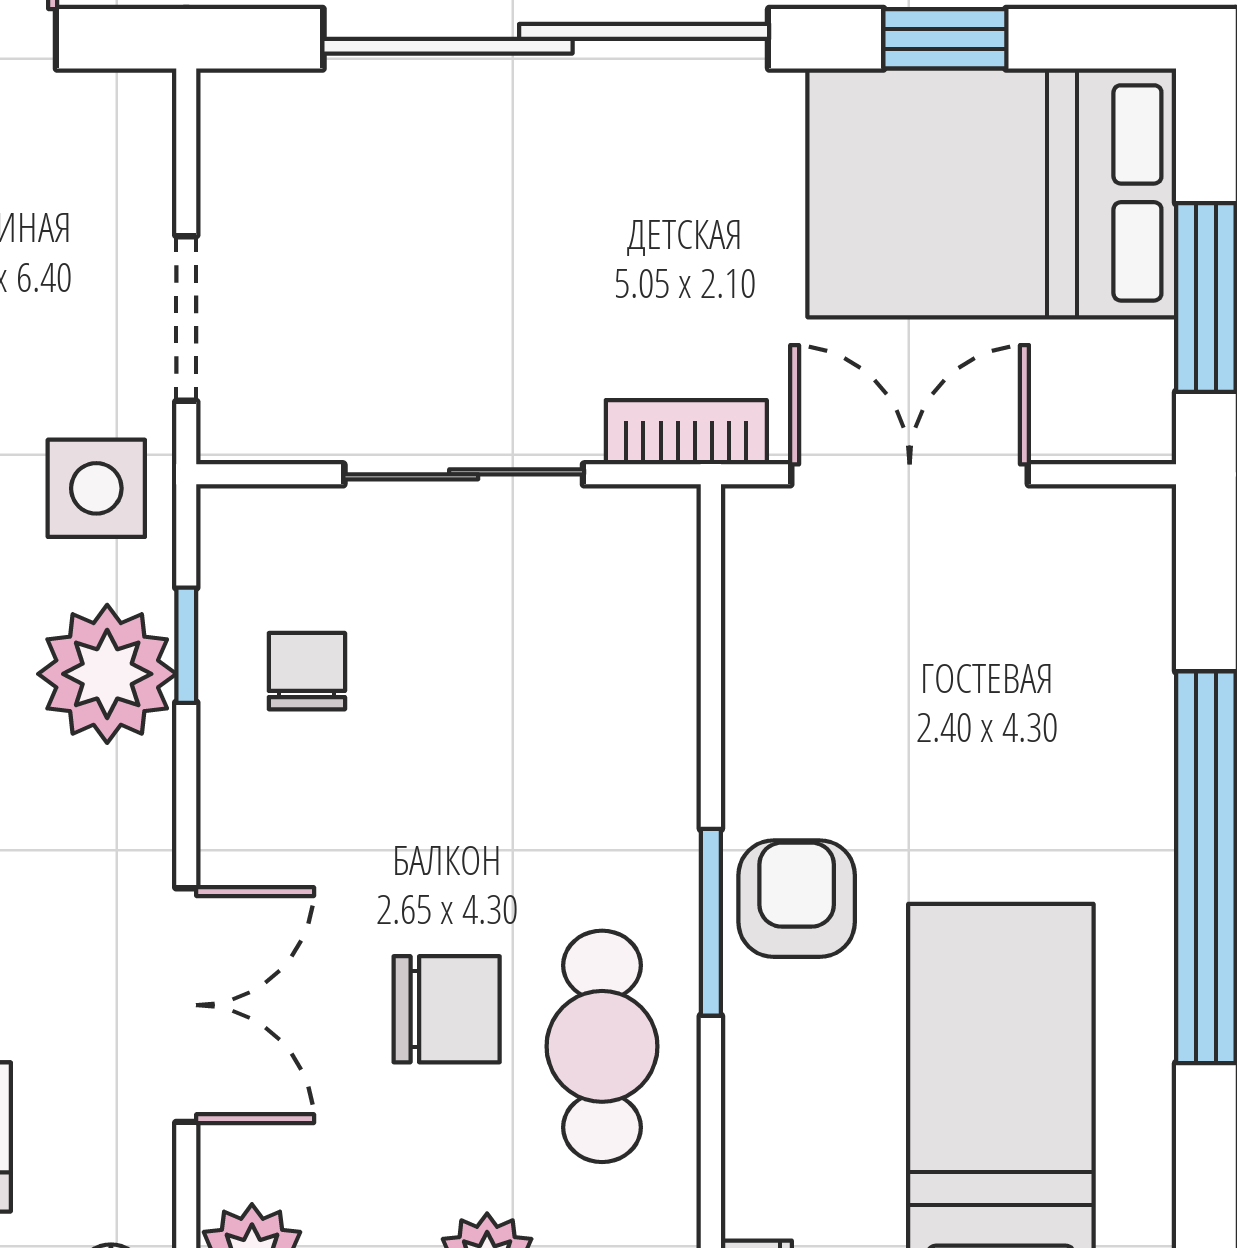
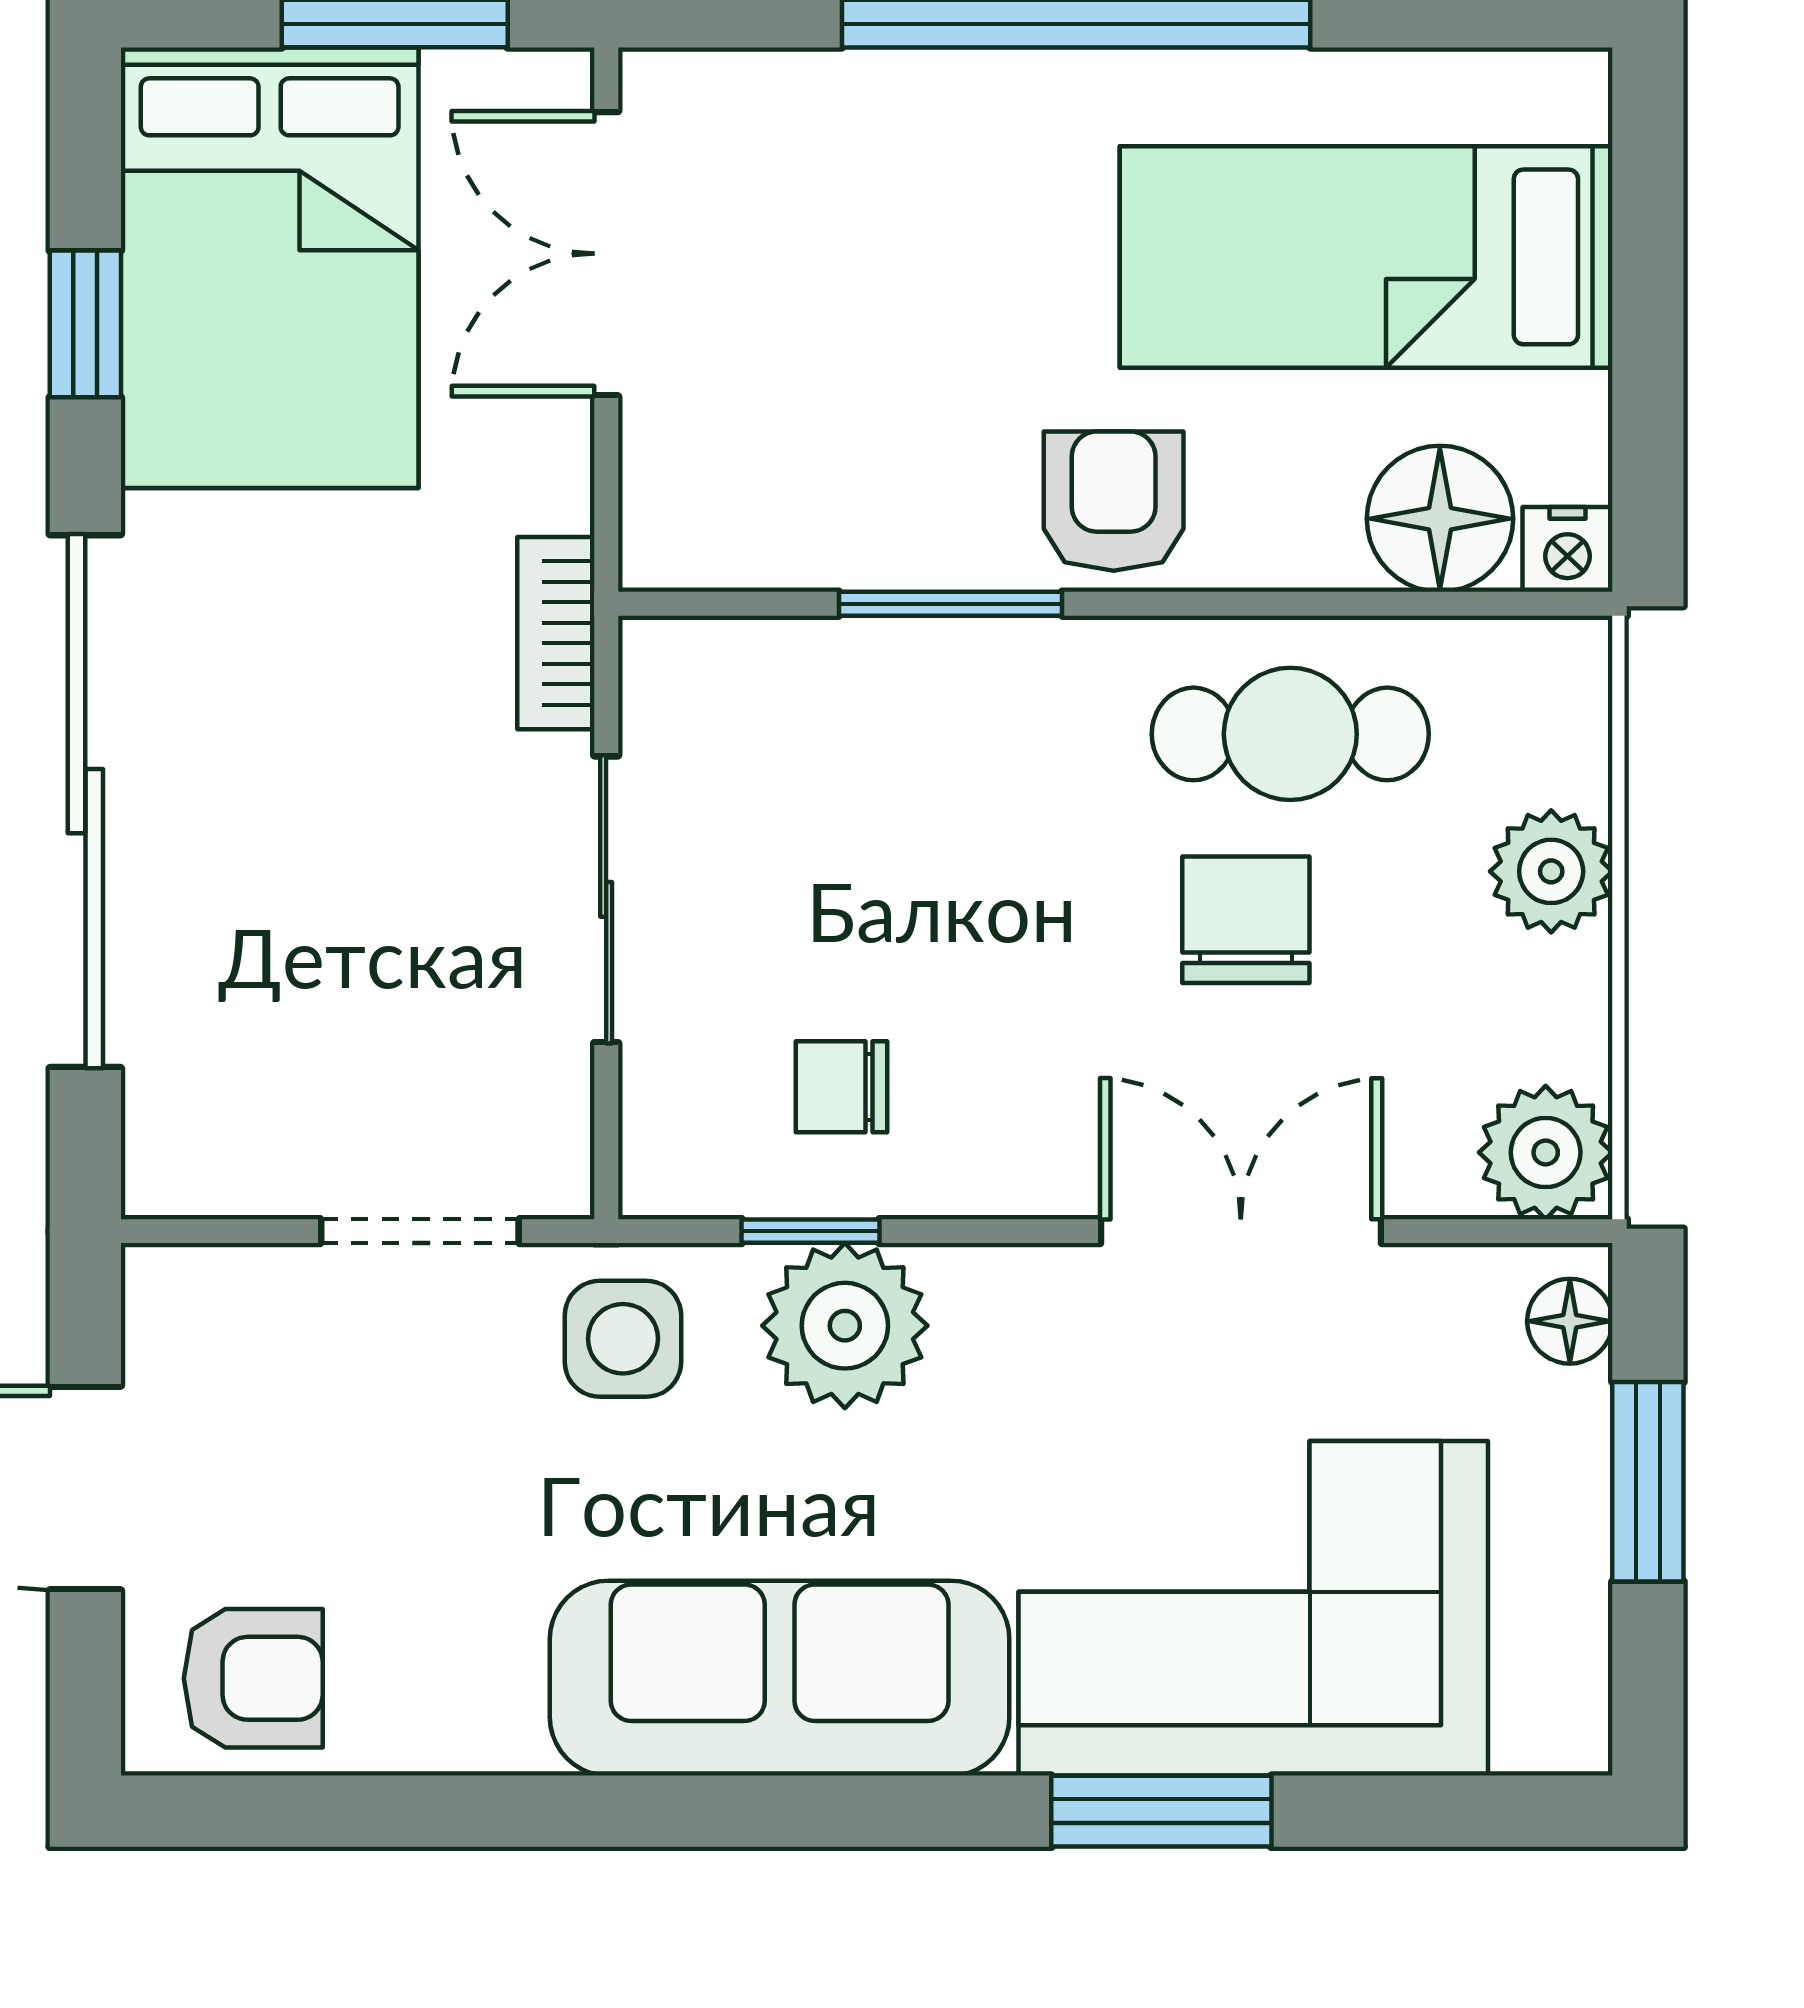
double door: (910, 474) -> (606, 254), moved
armchair: (797, 899) -> (1114, 501), turned 90
window: (711, 922) -> (950, 604), moved
floor lamp: (782, 1172) -> (1440, 519), added

